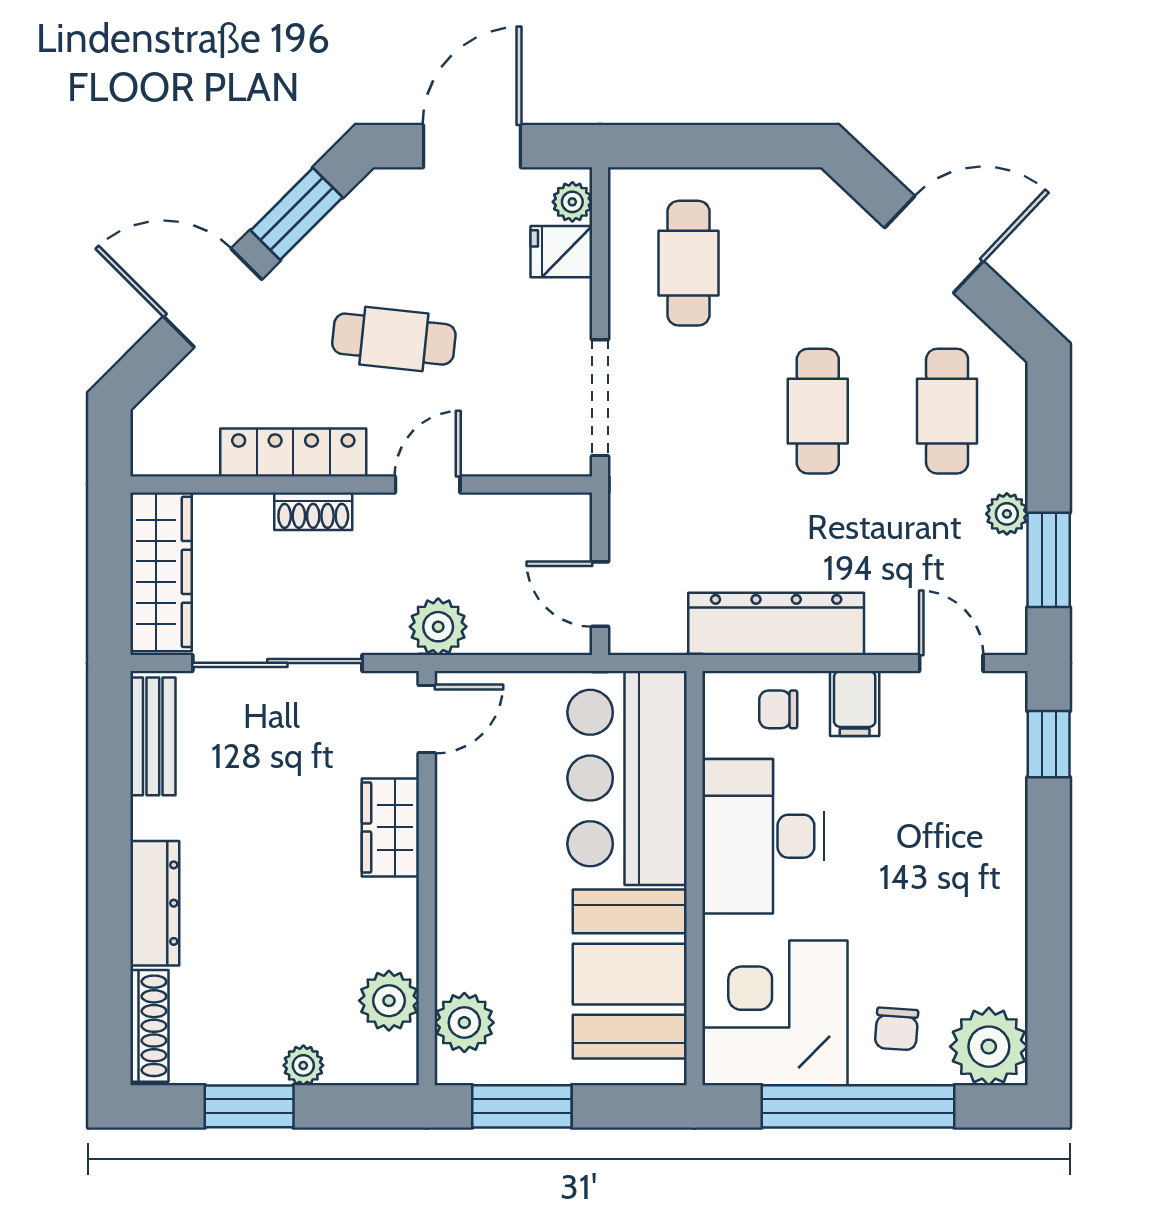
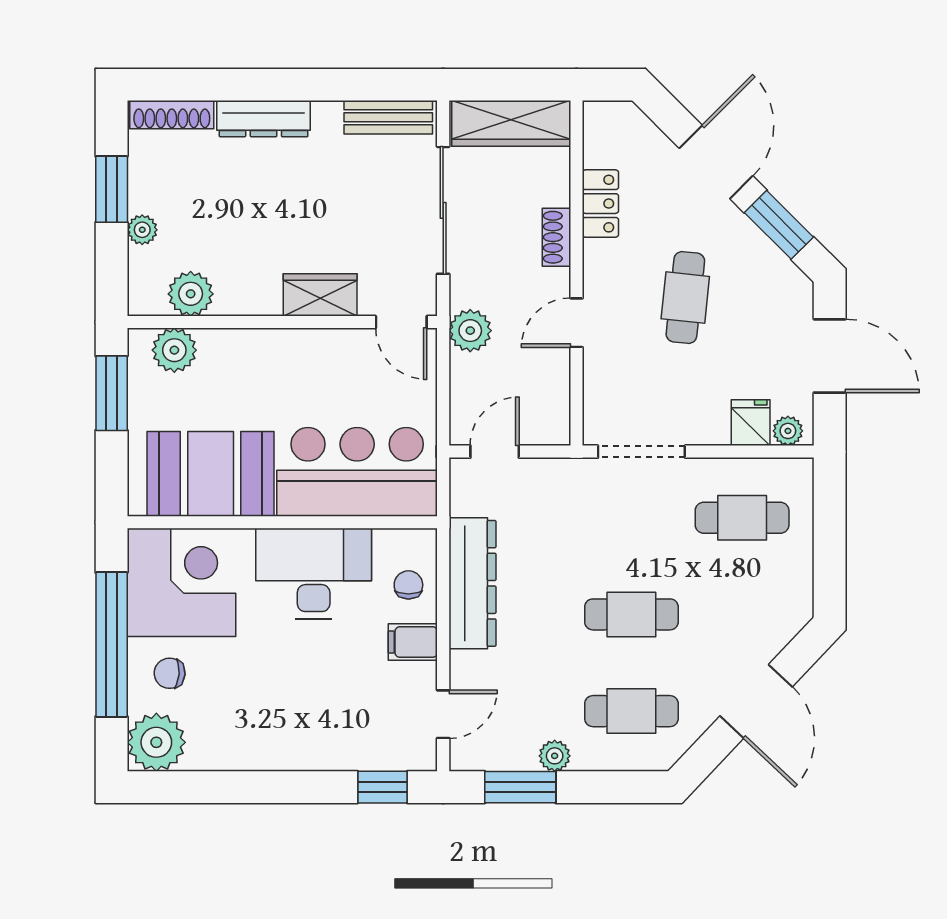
locker: (293, 453) -> (600, 204), width x0.66
door: (428, 485) -> (577, 323), swing flipped

